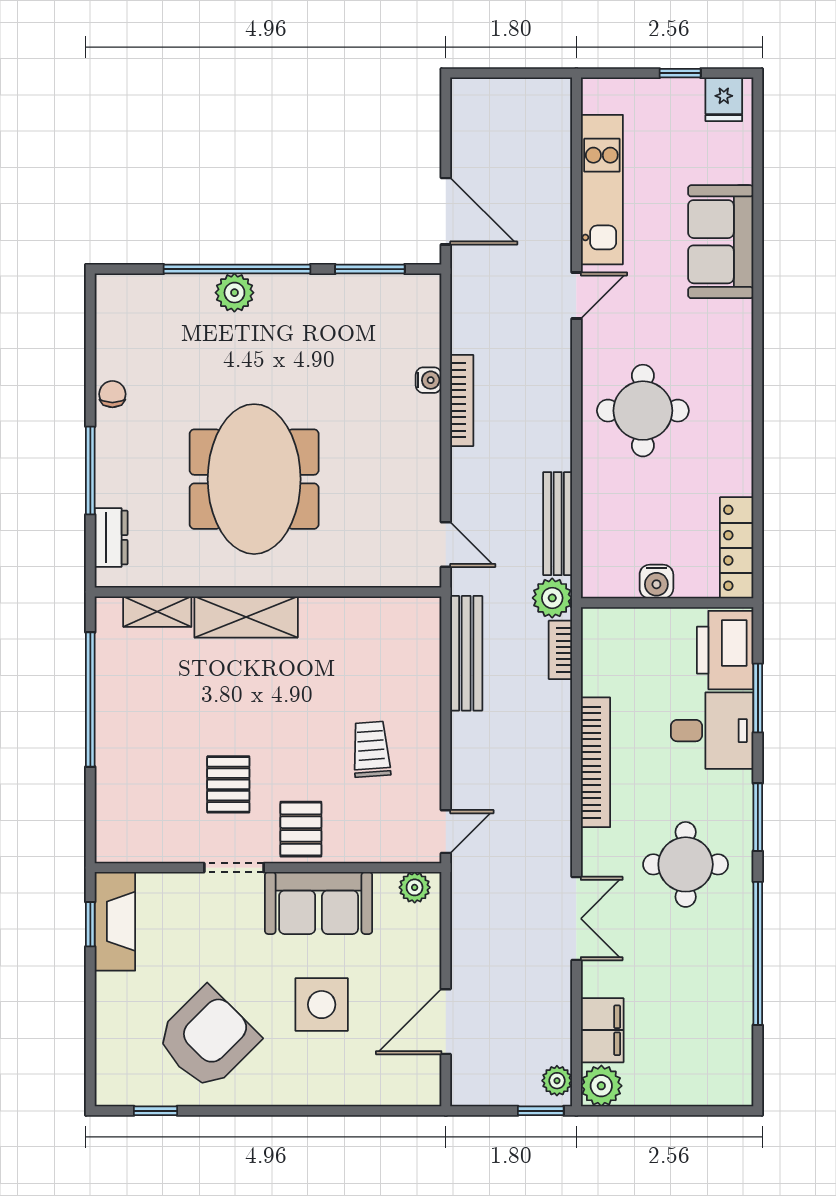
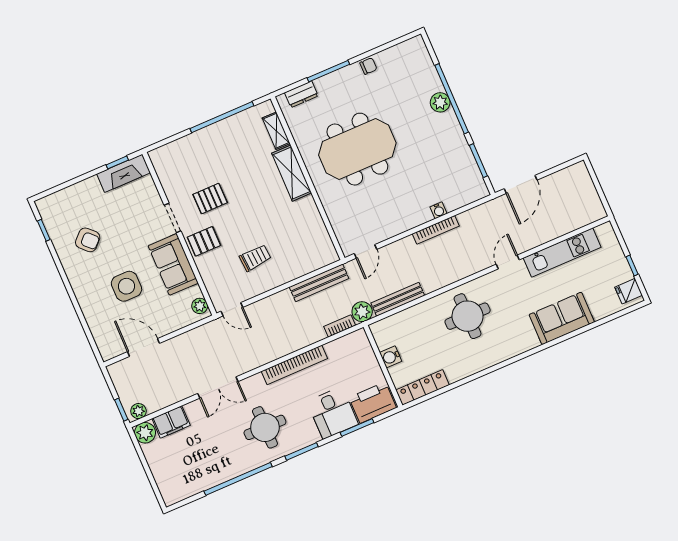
door: (576, 295) -> (508, 262), swing flipped
armchair: (207, 1038) -> (88, 240), width x0.53, depth x0.53

